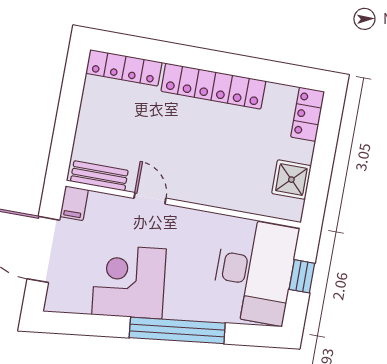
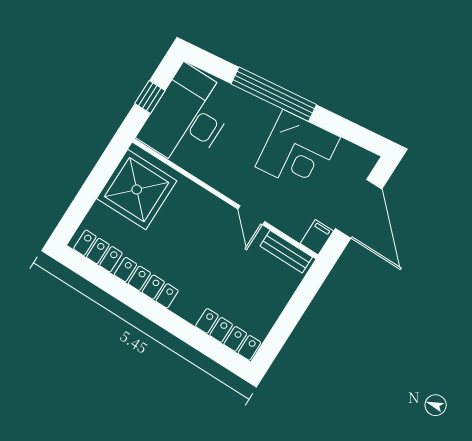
locker: (213, 86) -> (146, 283), width x0.71, depth x0.83
locker: (308, 114) -> (98, 251), moved, turned -90
shower: (291, 180) -> (137, 190), width x1.86, depth x1.86

